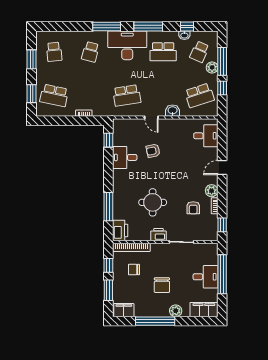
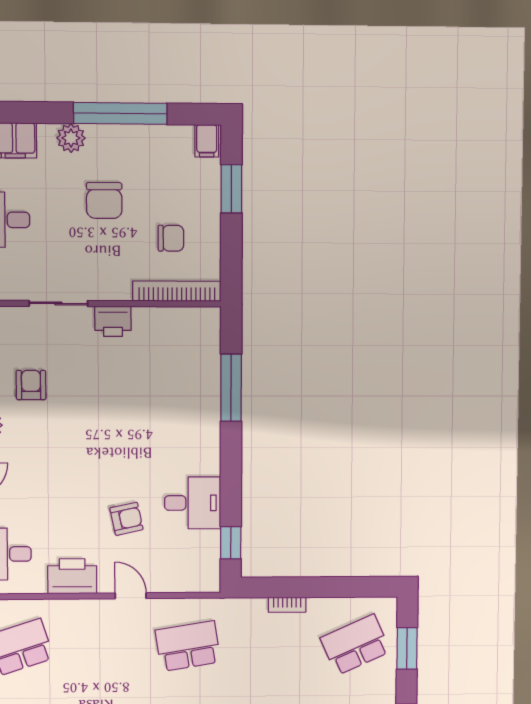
school desk: (54, 95) -> (355, 645), turned -36
washbasin: (173, 111) -> (81, 612), removed
round table: (153, 202) -> (127, 398), removed
printer: (120, 230) -> (72, 576), moved, turned 90
window: (108, 265) -> (231, 248), removed
chair: (162, 285) -> (104, 200), turned 180
filing cabinet: (124, 310) -> (207, 141), width x0.50

